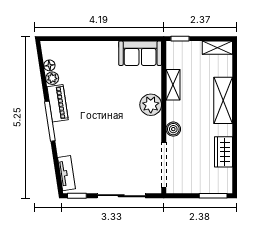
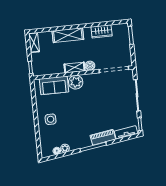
sofa: (140, 53) -> (54, 85), moved, turned 90
side table: (98, 61) -> (51, 119), added
shelving: (173, 85) -> (75, 67), moved
piano: (58, 103) -> (103, 137), moved

